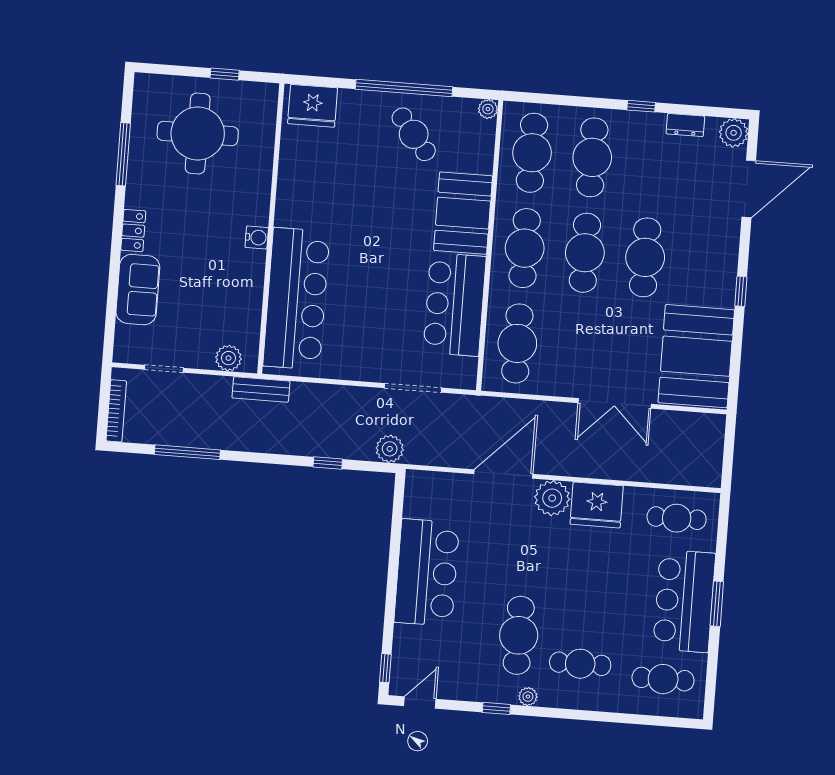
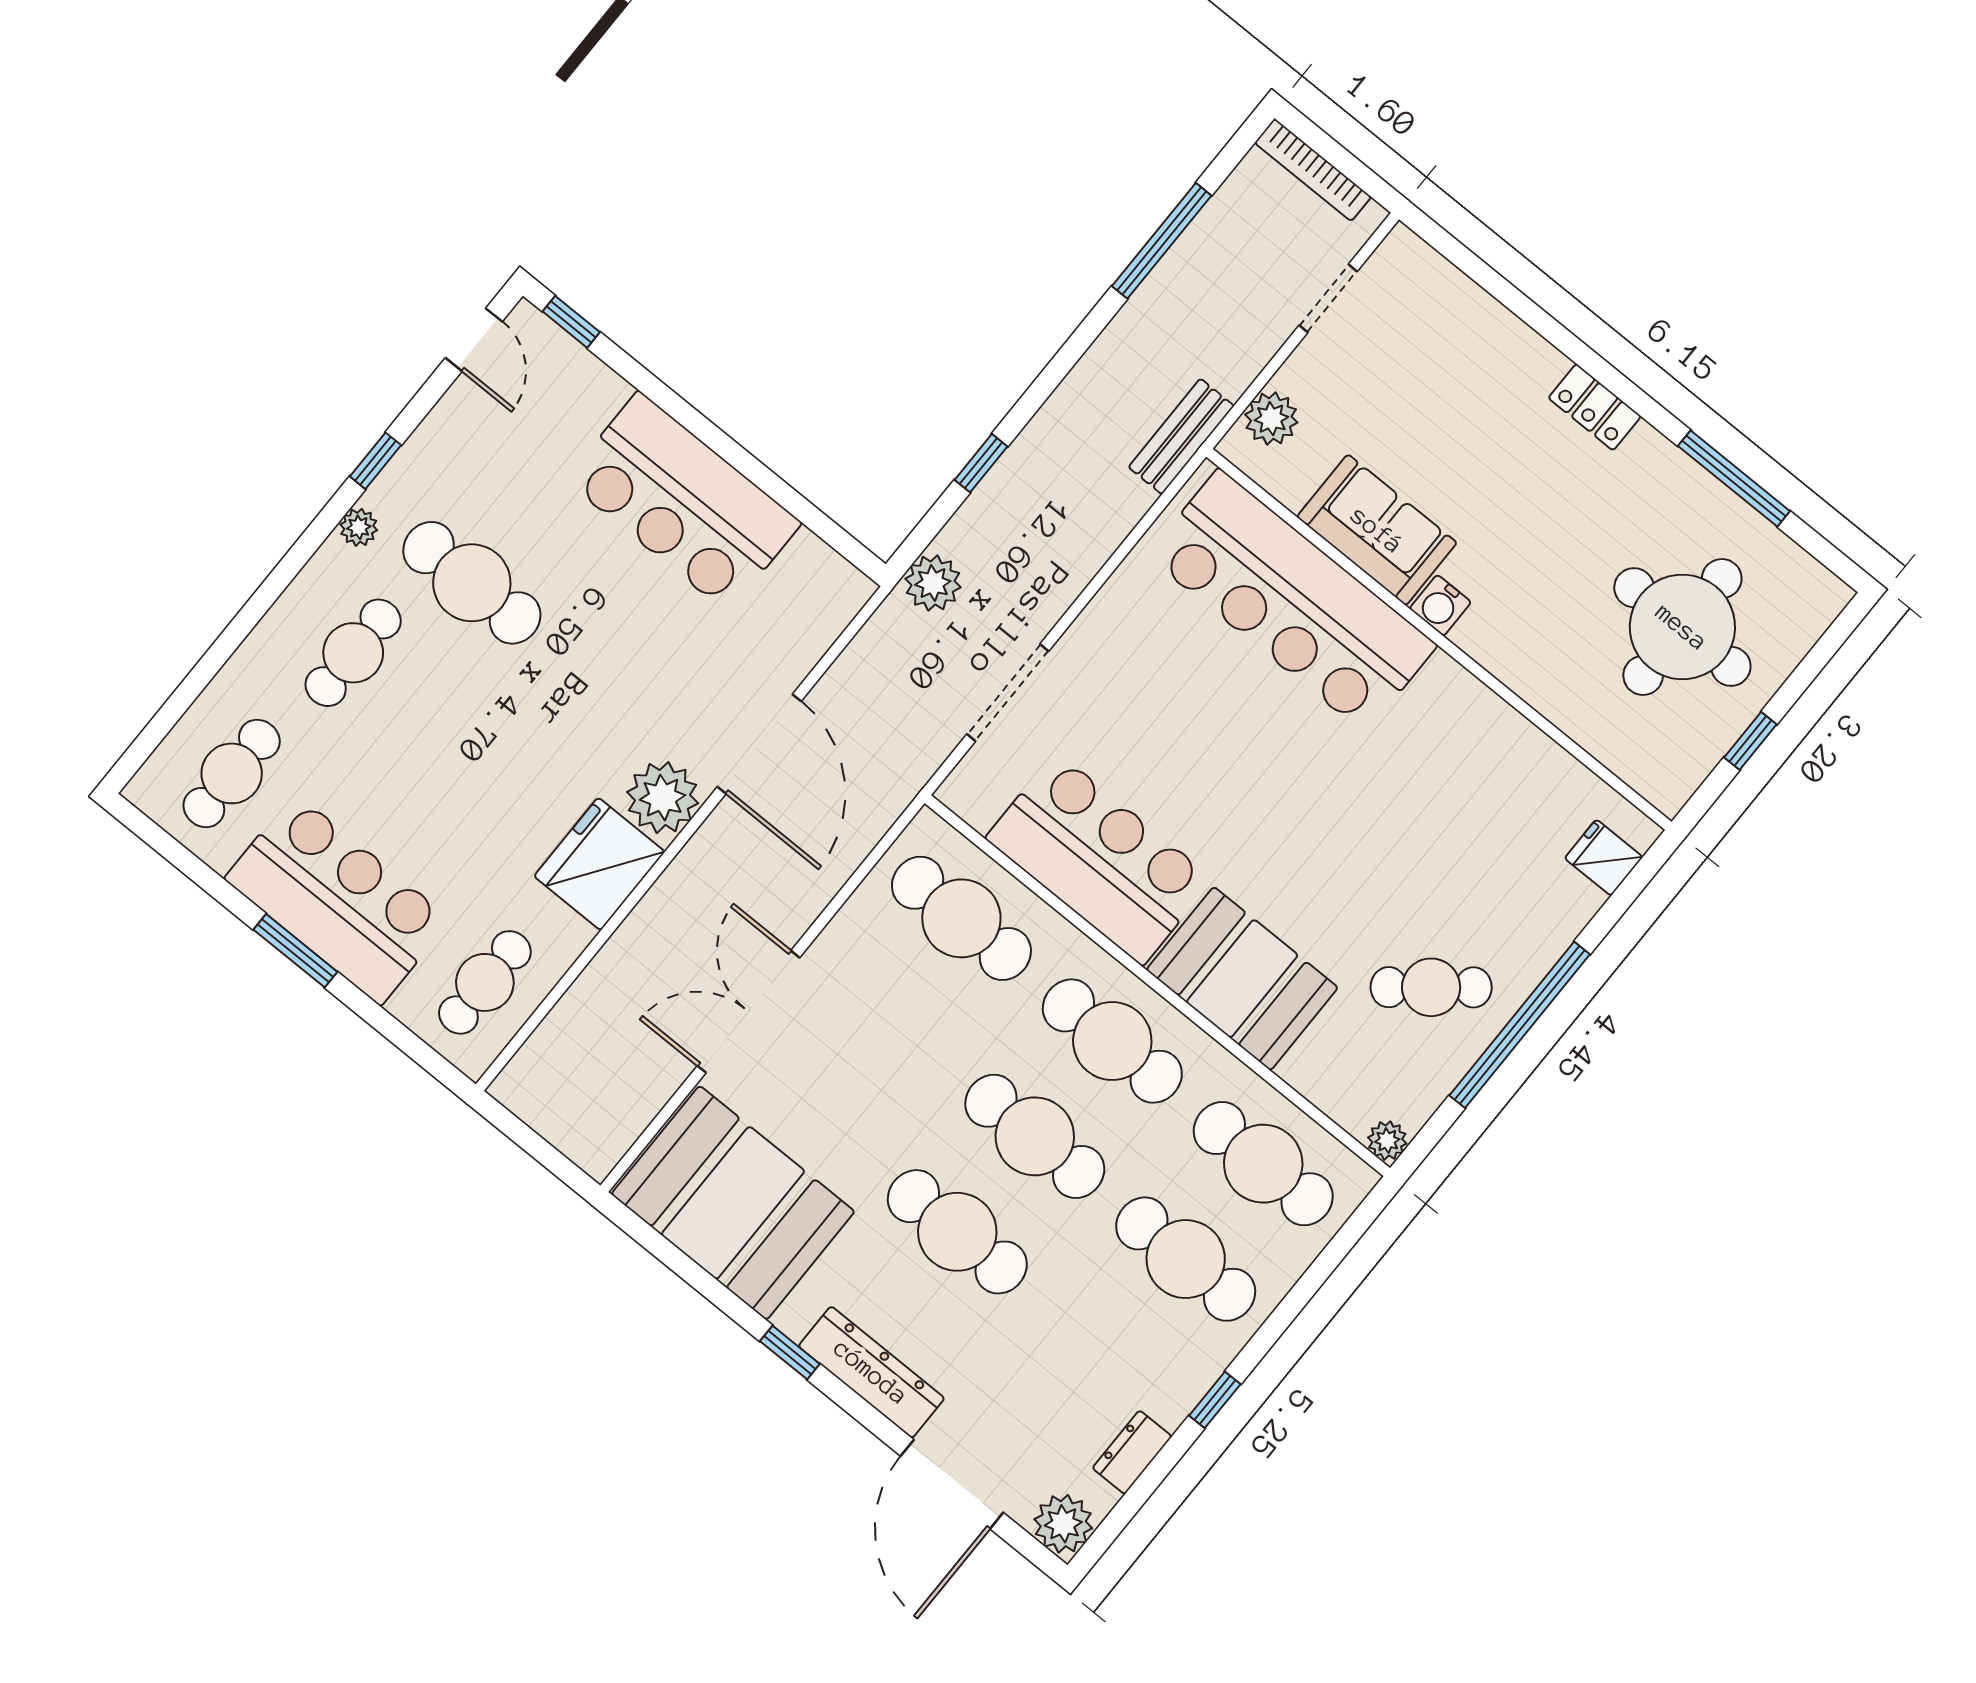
fridge: (313, 106) -> (1604, 858), width x0.53, depth x0.75
dresser: (726, 253) -> (871, 1372), added
sofa: (138, 290) -> (1377, 530), moved, turned 180

